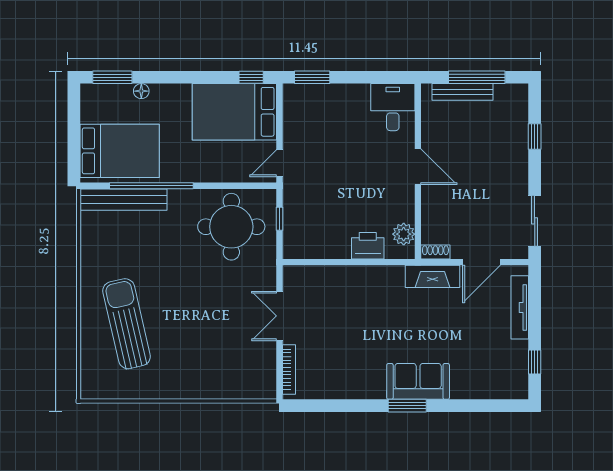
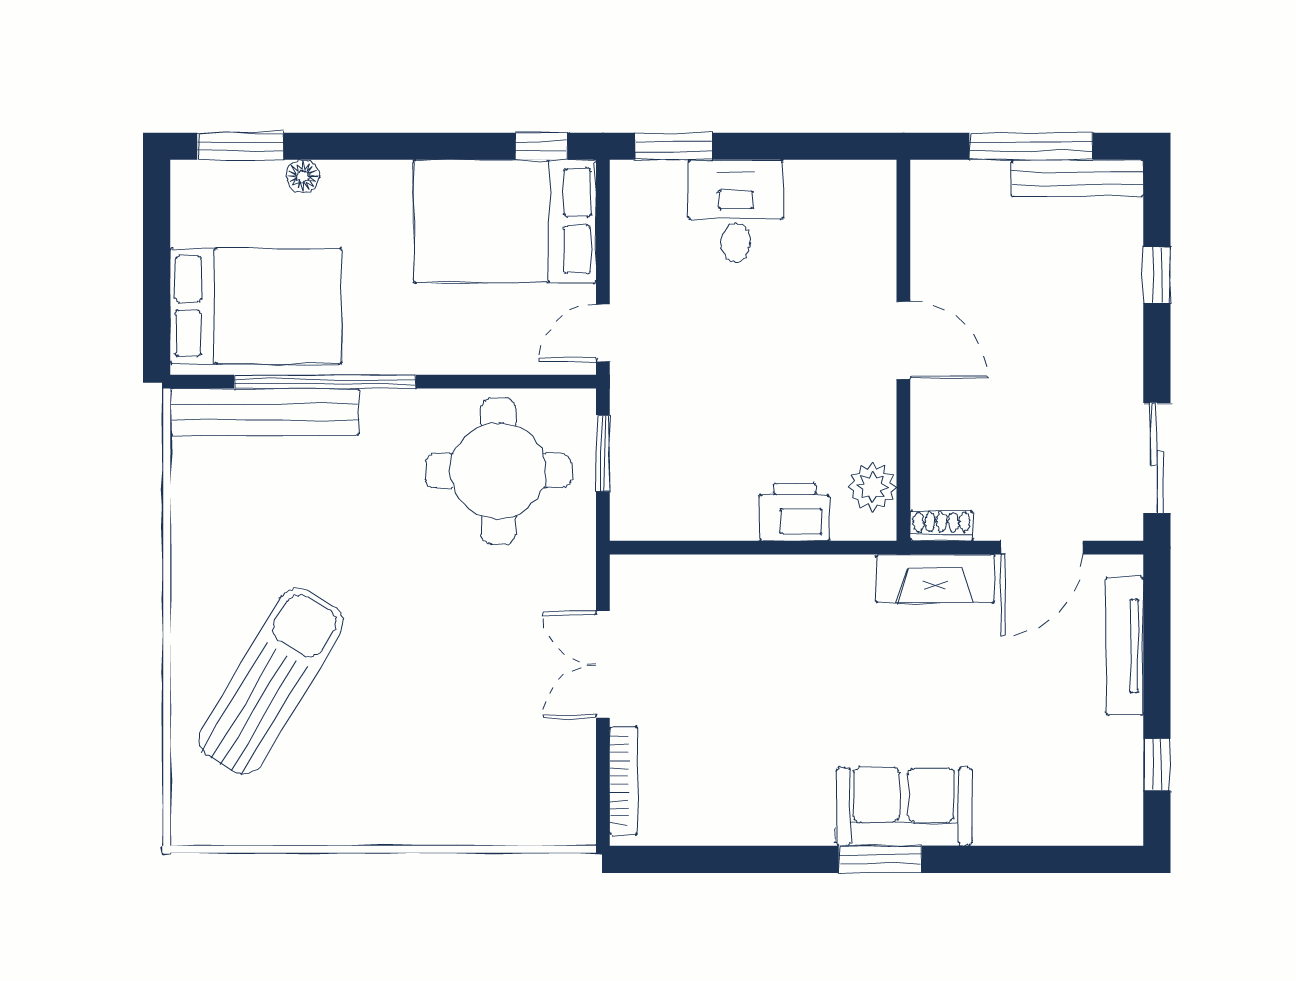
bench: (463, 92) -> (1077, 178), moved
desk: (393, 107) -> (736, 211), moved
window: (279, 219) -> (603, 453), width x1.50
sun lounger: (127, 324) -> (271, 681), turned 44

